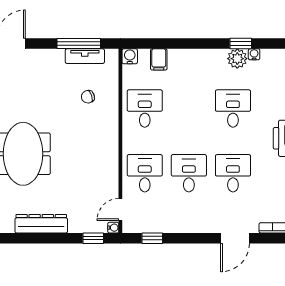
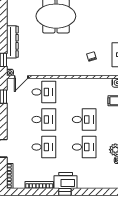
desk: (145, 108) -> (84, 119), moved
door: (120, 209) -> (21, 77), swing flipped
dresser: (41, 224) -> (12, 42), moved

